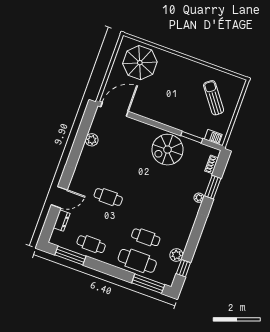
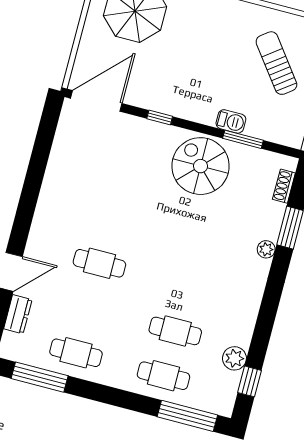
window: (148, 121) -> (160, 117), added
barbecue: (213, 137) -> (231, 121), moved
plant: (92, 140) -> (60, 161), removed
spiral stairs: (167, 150) -> (200, 166), turned 90
cafe table: (137, 261) -> (163, 376), width x0.73, depth x0.74

